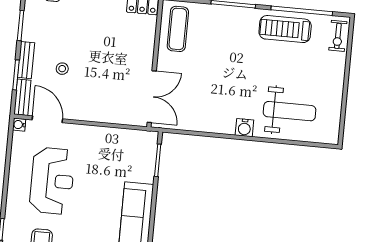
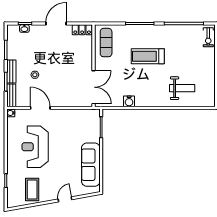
treadmill: (285, 29) -> (148, 56), moved
weight bench: (290, 111) -> (182, 88), width x0.73, depth x0.75
door: (47, 119) -> (40, 108), moved
water cooler: (244, 128) -> (129, 101), moved
reception desk: (52, 181) -> (35, 147), turned 180

